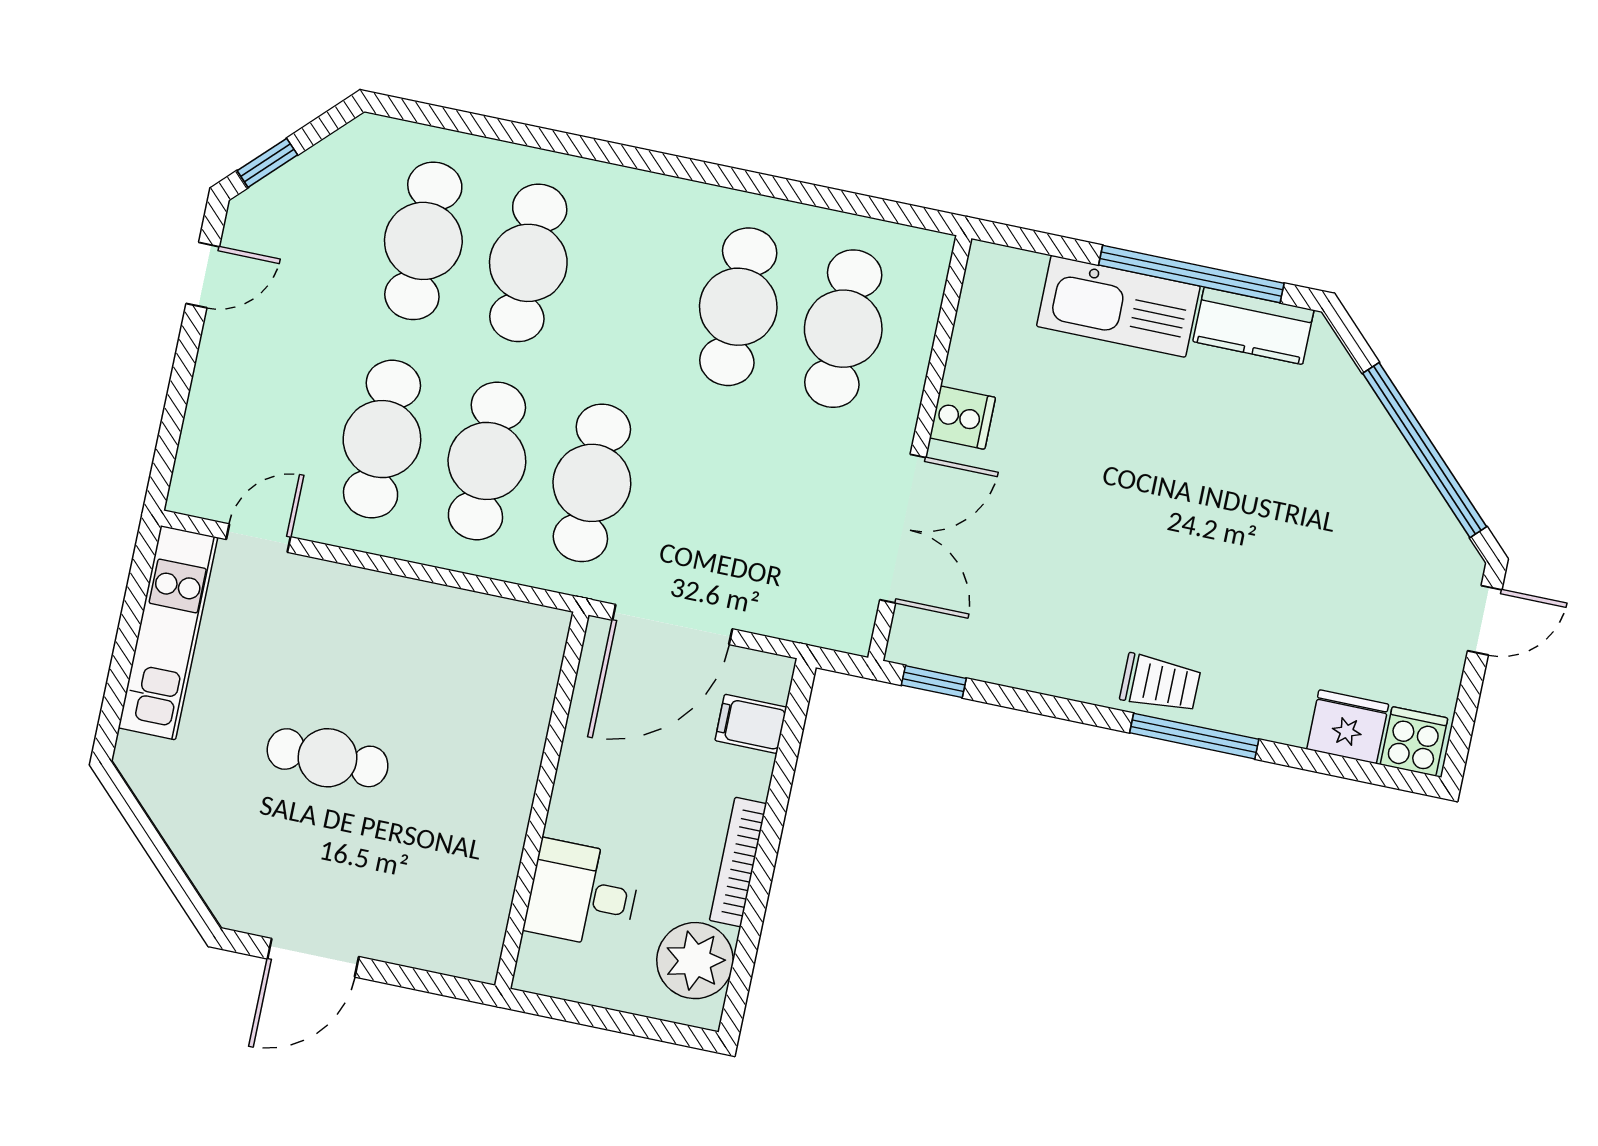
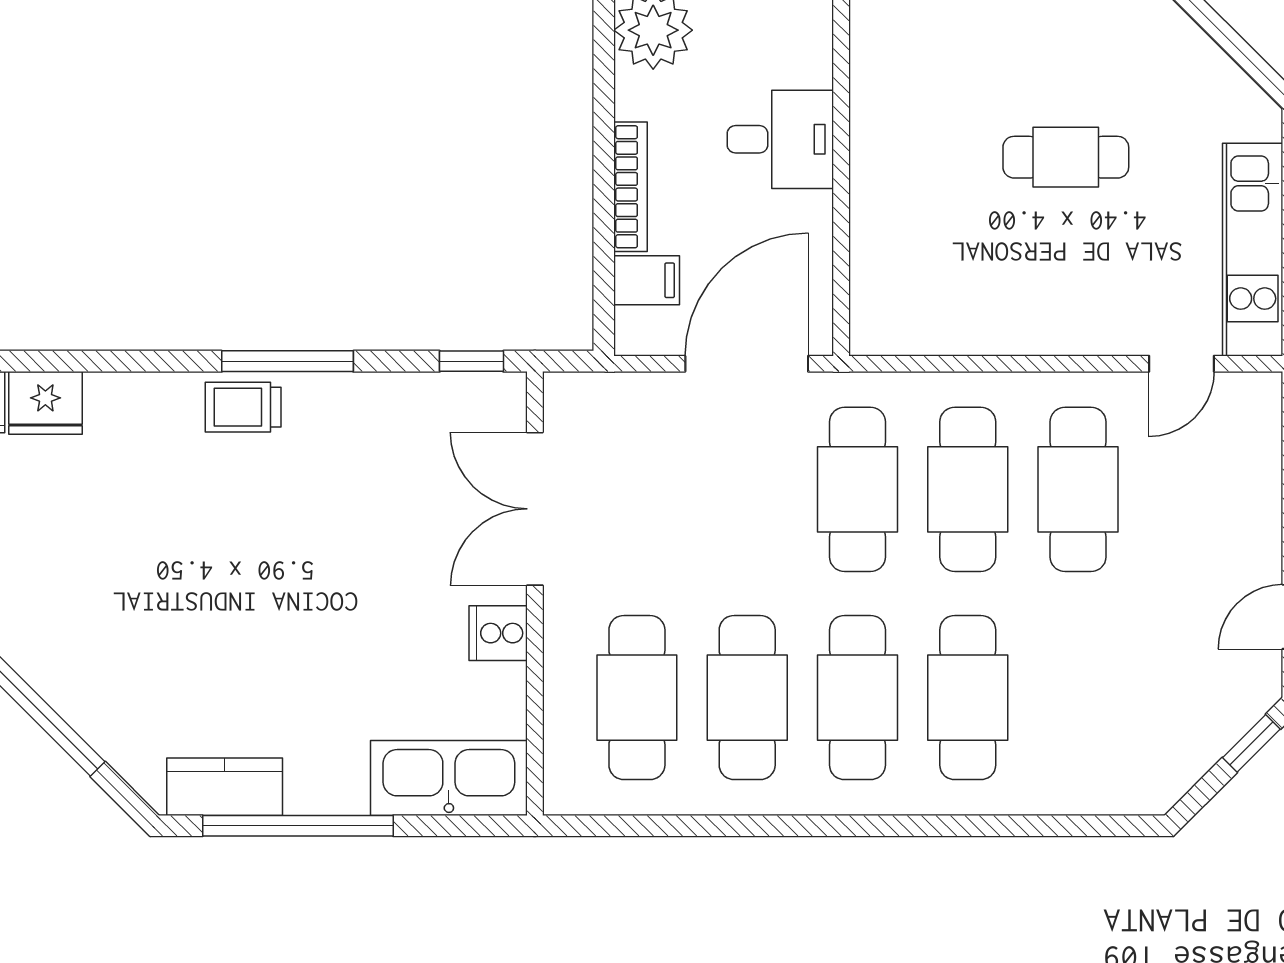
cafe table: (423, 241) -> (857, 698), moved
kitchen sink: (1118, 306) -> (449, 778), moved
window: (1194, 736) -> (287, 361), moved
bookcase: (738, 862) -> (631, 187), moved
desk: (583, 894) -> (780, 139), moved

